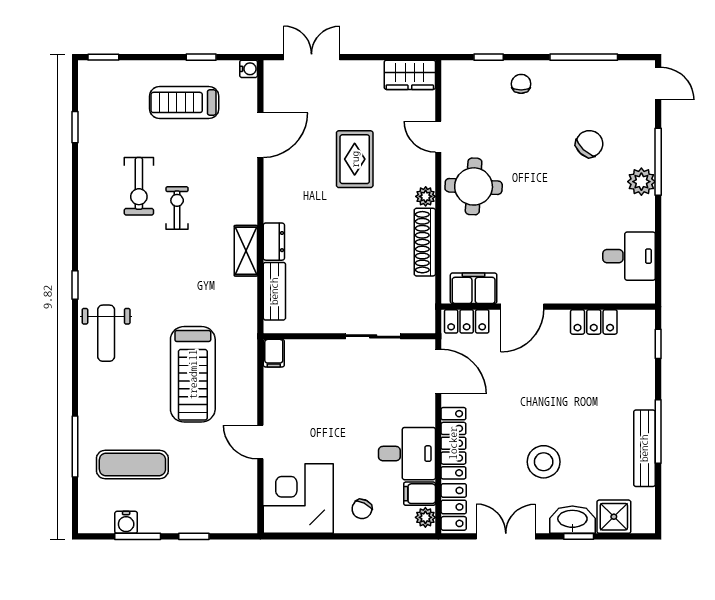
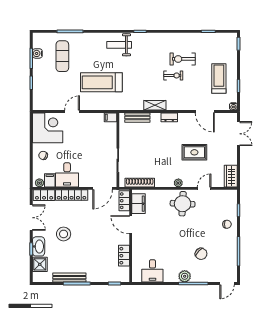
dresser: (274, 242) -> (169, 117), moved
shoe rack: (425, 242) -> (140, 183), moved

